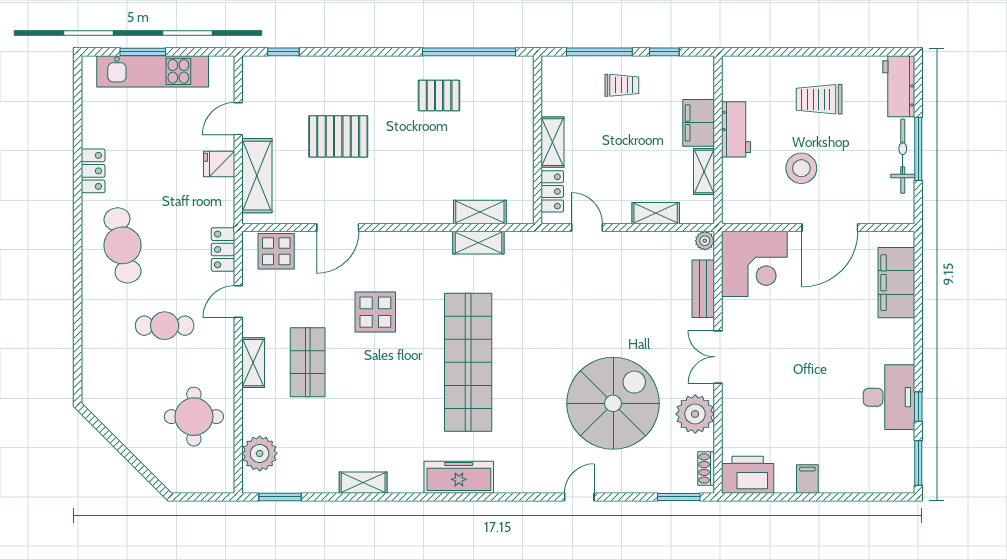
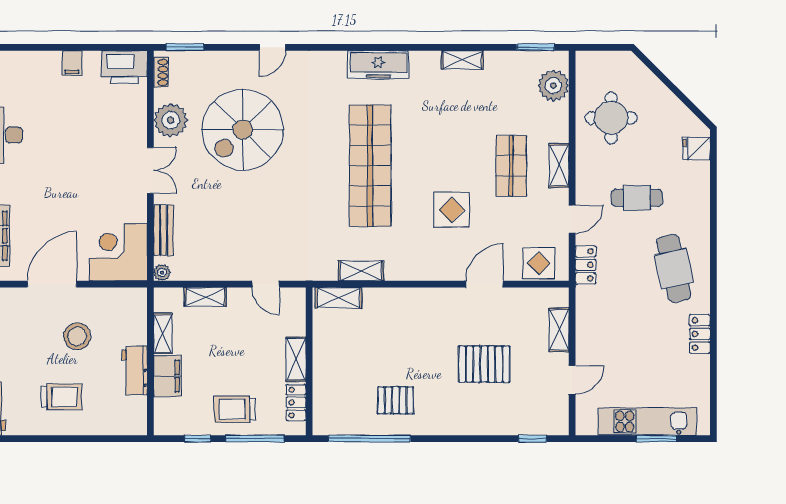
trolley: (622, 85) -> (235, 409), width x1.36, depth x1.39
fridge: (219, 164) -> (697, 149), moved, turned 180
shelving: (257, 176) -> (559, 330), width x0.67, depth x0.75
locker: (552, 191) -> (296, 402), moved
shelving: (480, 212) -> (339, 298), moved

